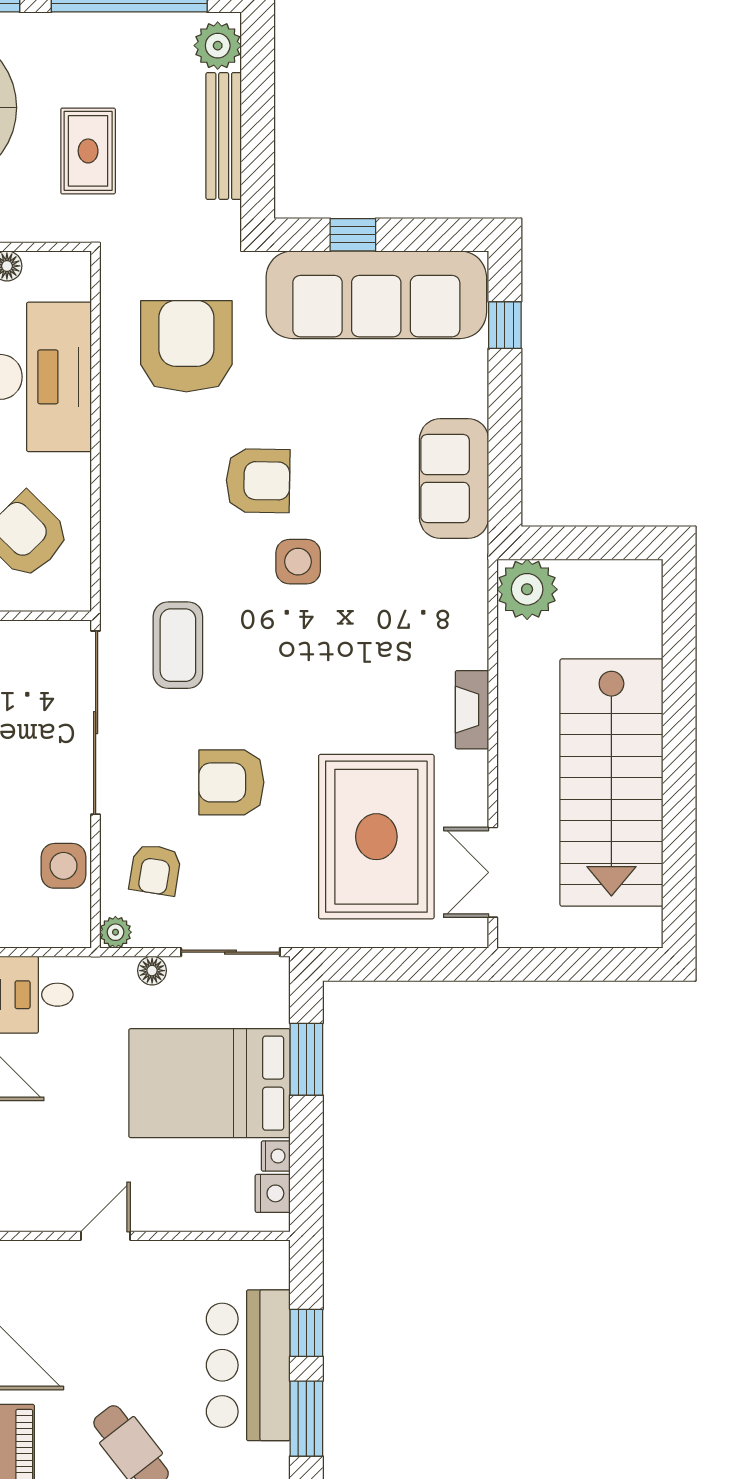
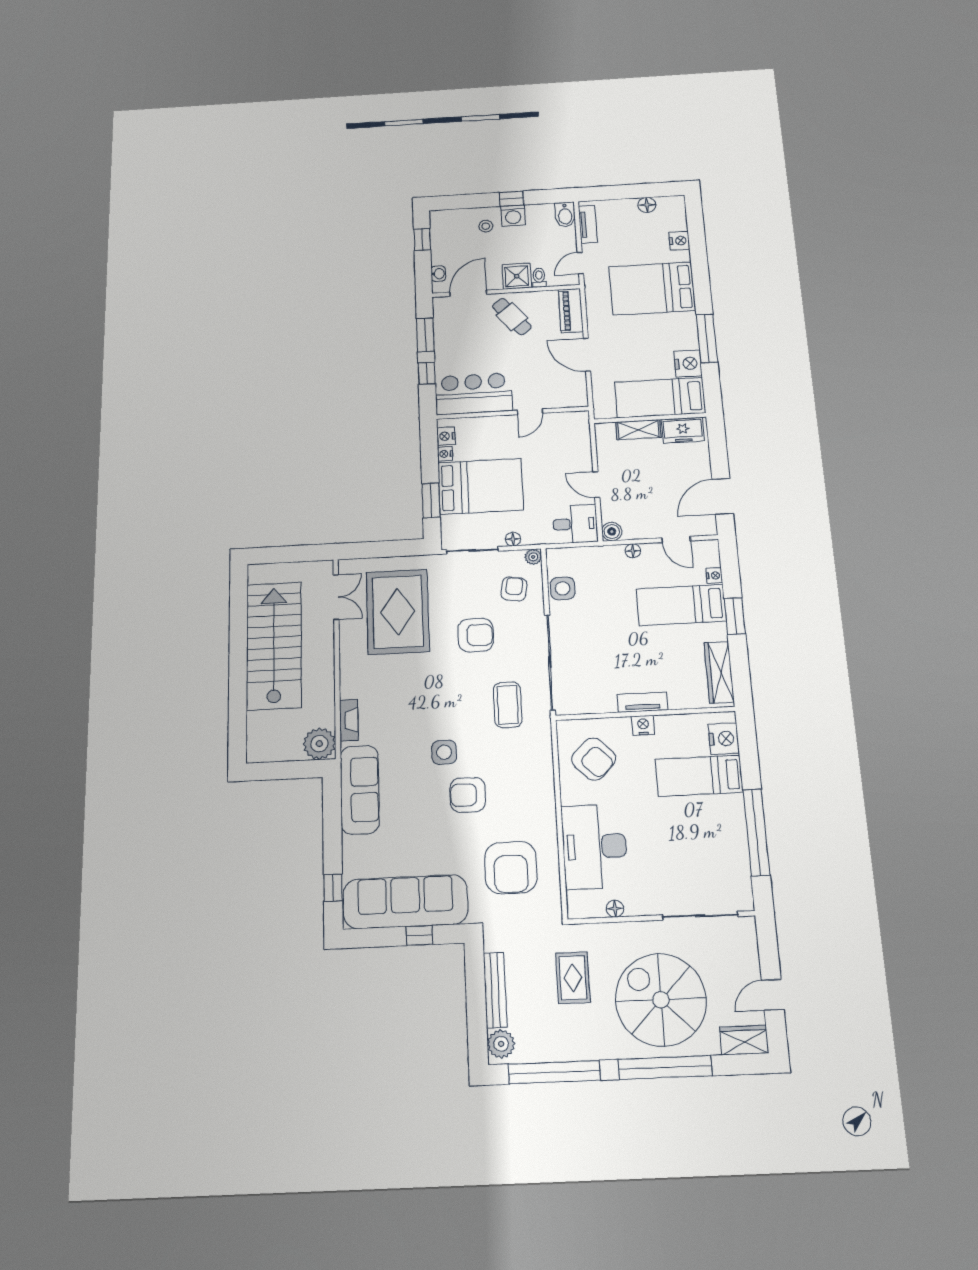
sofa: (454, 478) -> (360, 790), width x1.36
fireplace: (472, 710) -> (349, 720), moved
bar counter: (248, 1365) -> (474, 394), moved, turned -90

